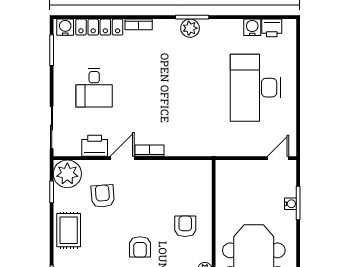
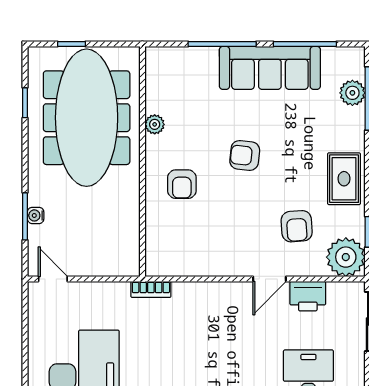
bookcase: (150, 151) -> (151, 289), moved
door: (278, 158) -> (53, 279), swing flipped
armchair: (140, 247) -> (245, 155), turned -84

